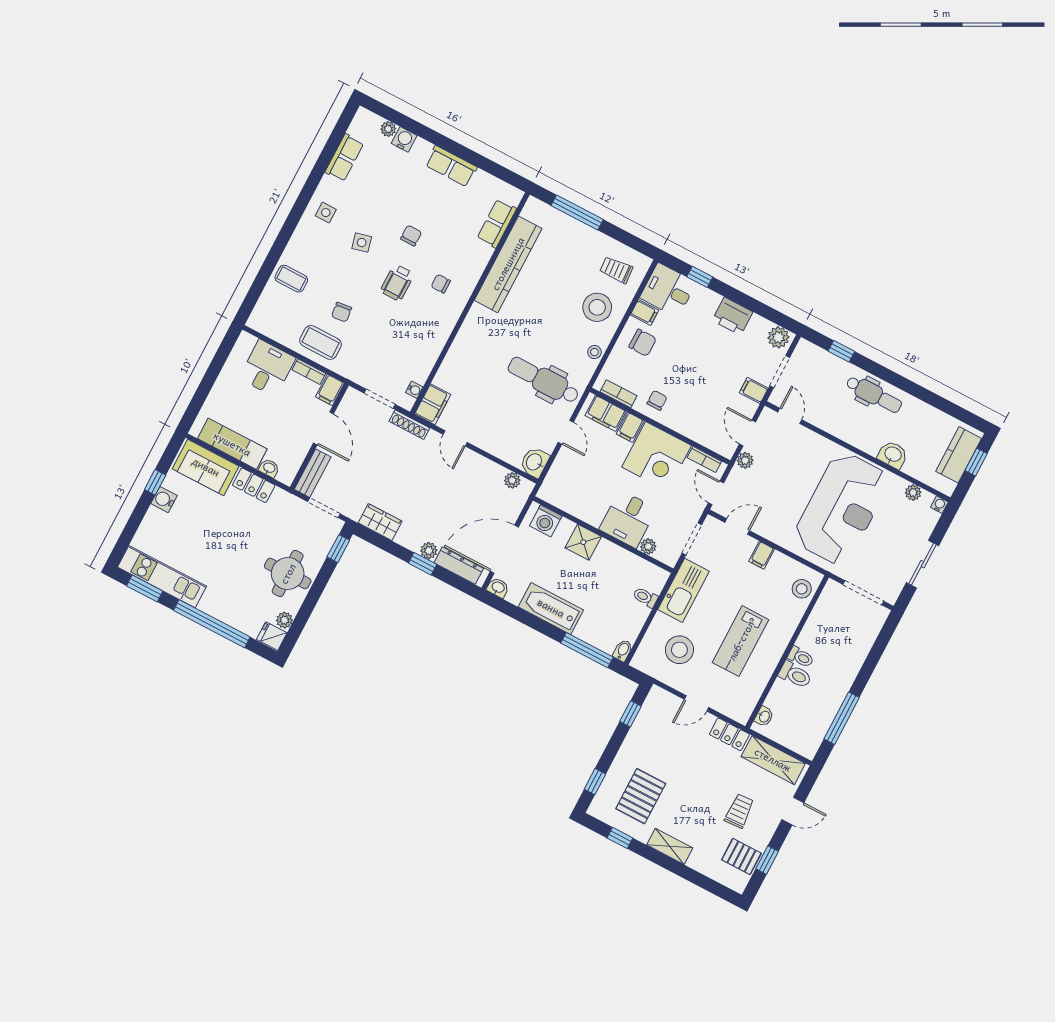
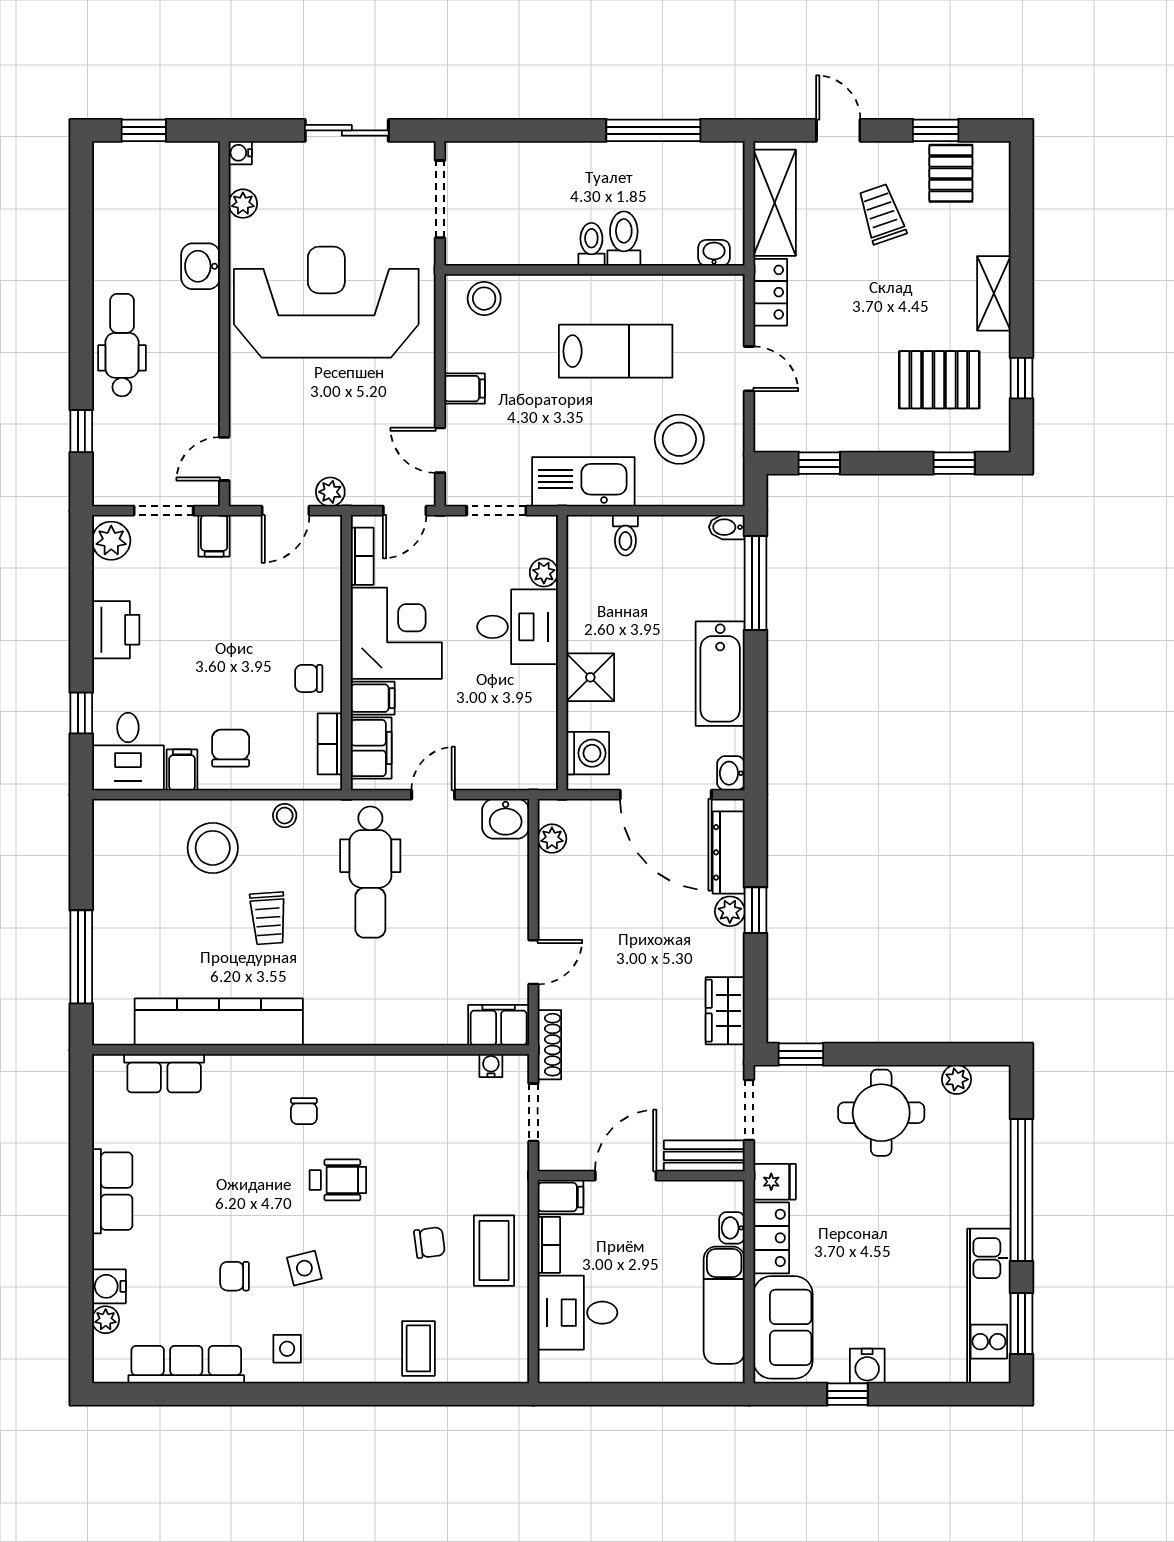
row of seats: (344, 158) -> (186, 1365), width x1.48
chair: (411, 236) -> (235, 1276), moved
trolley: (616, 270) -> (268, 918), moved
kitchen counter: (959, 455) -> (147, 163), removed
fridge: (272, 636) -> (775, 1182), moved, turned -90
trolley: (739, 811) -> (882, 214), turned 74

